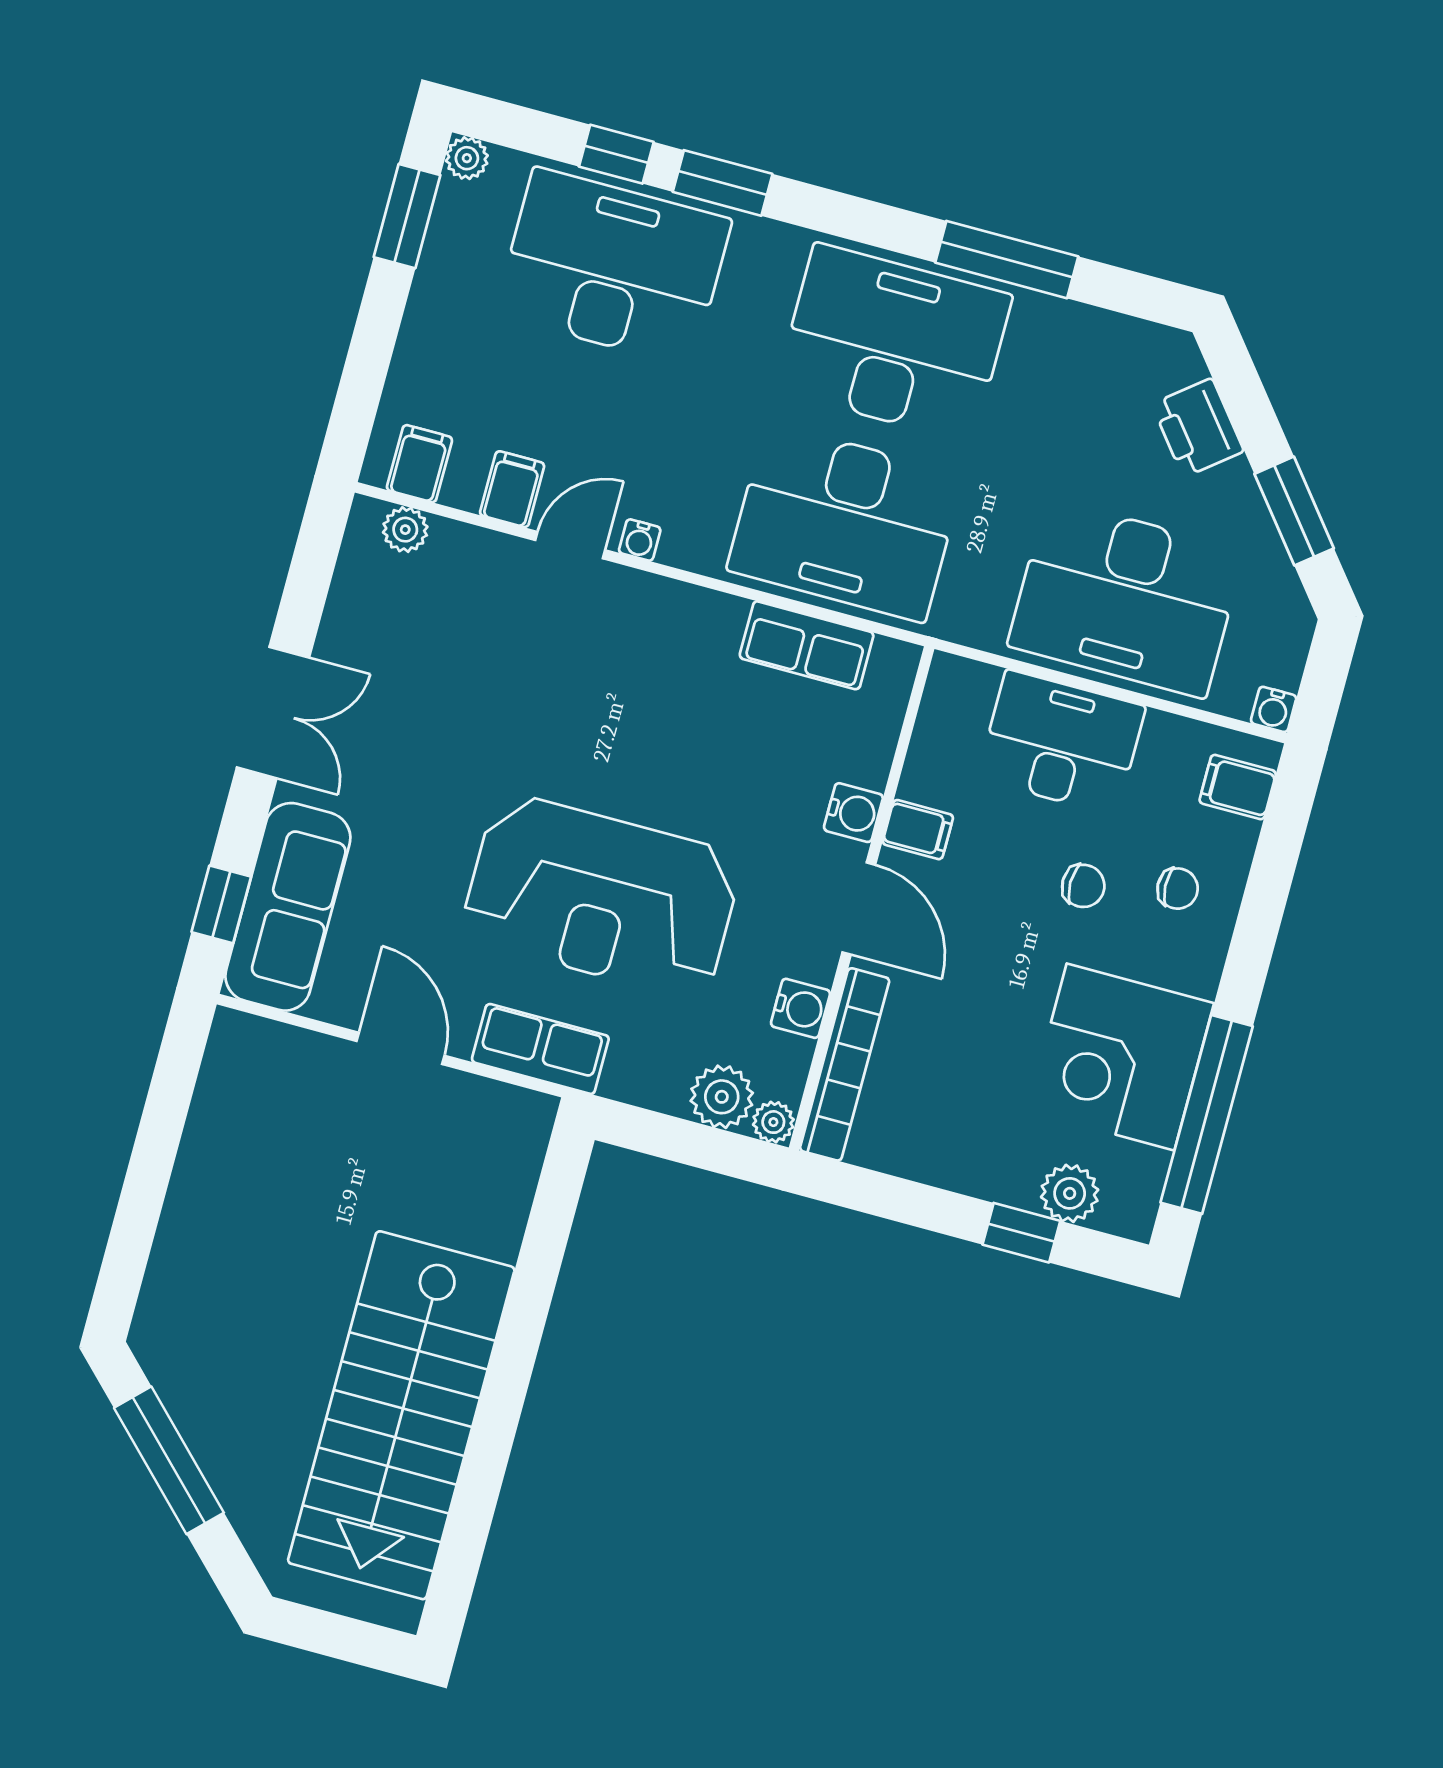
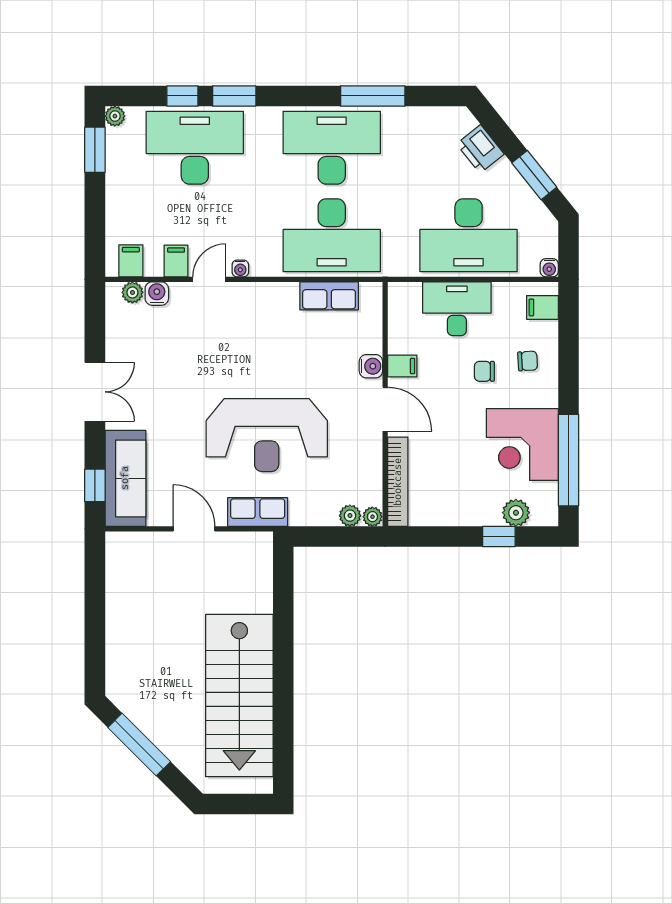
chair: (1083, 886) -> (484, 371), turned 180
water cooler: (801, 1008) -> (157, 294), moved, turned -90
plant: (722, 1097) -> (350, 516), width x0.73, depth x0.73

